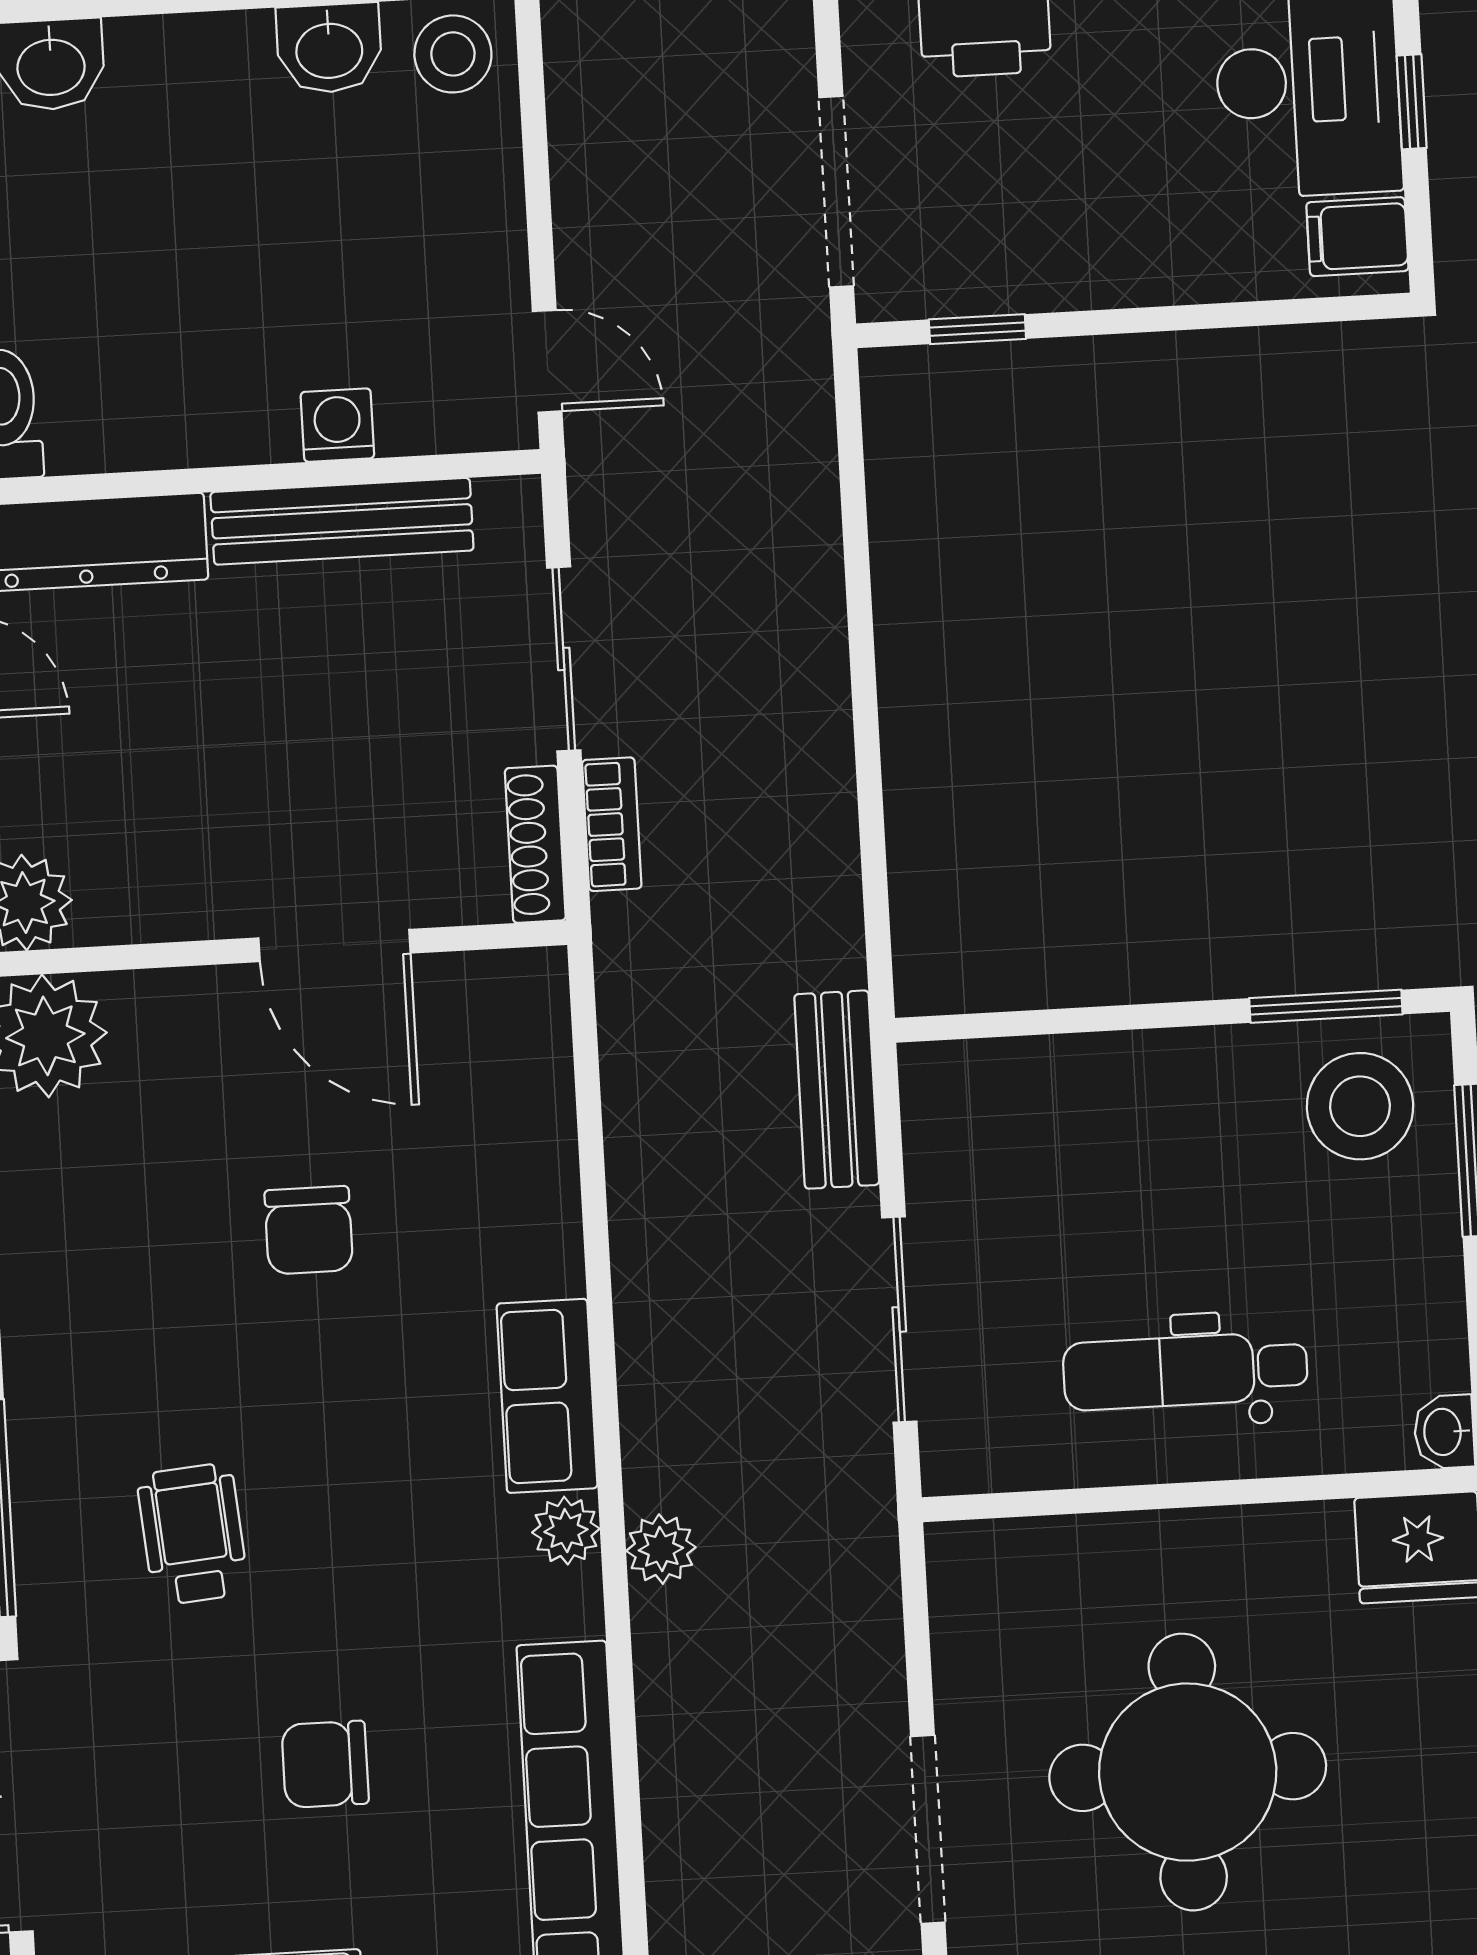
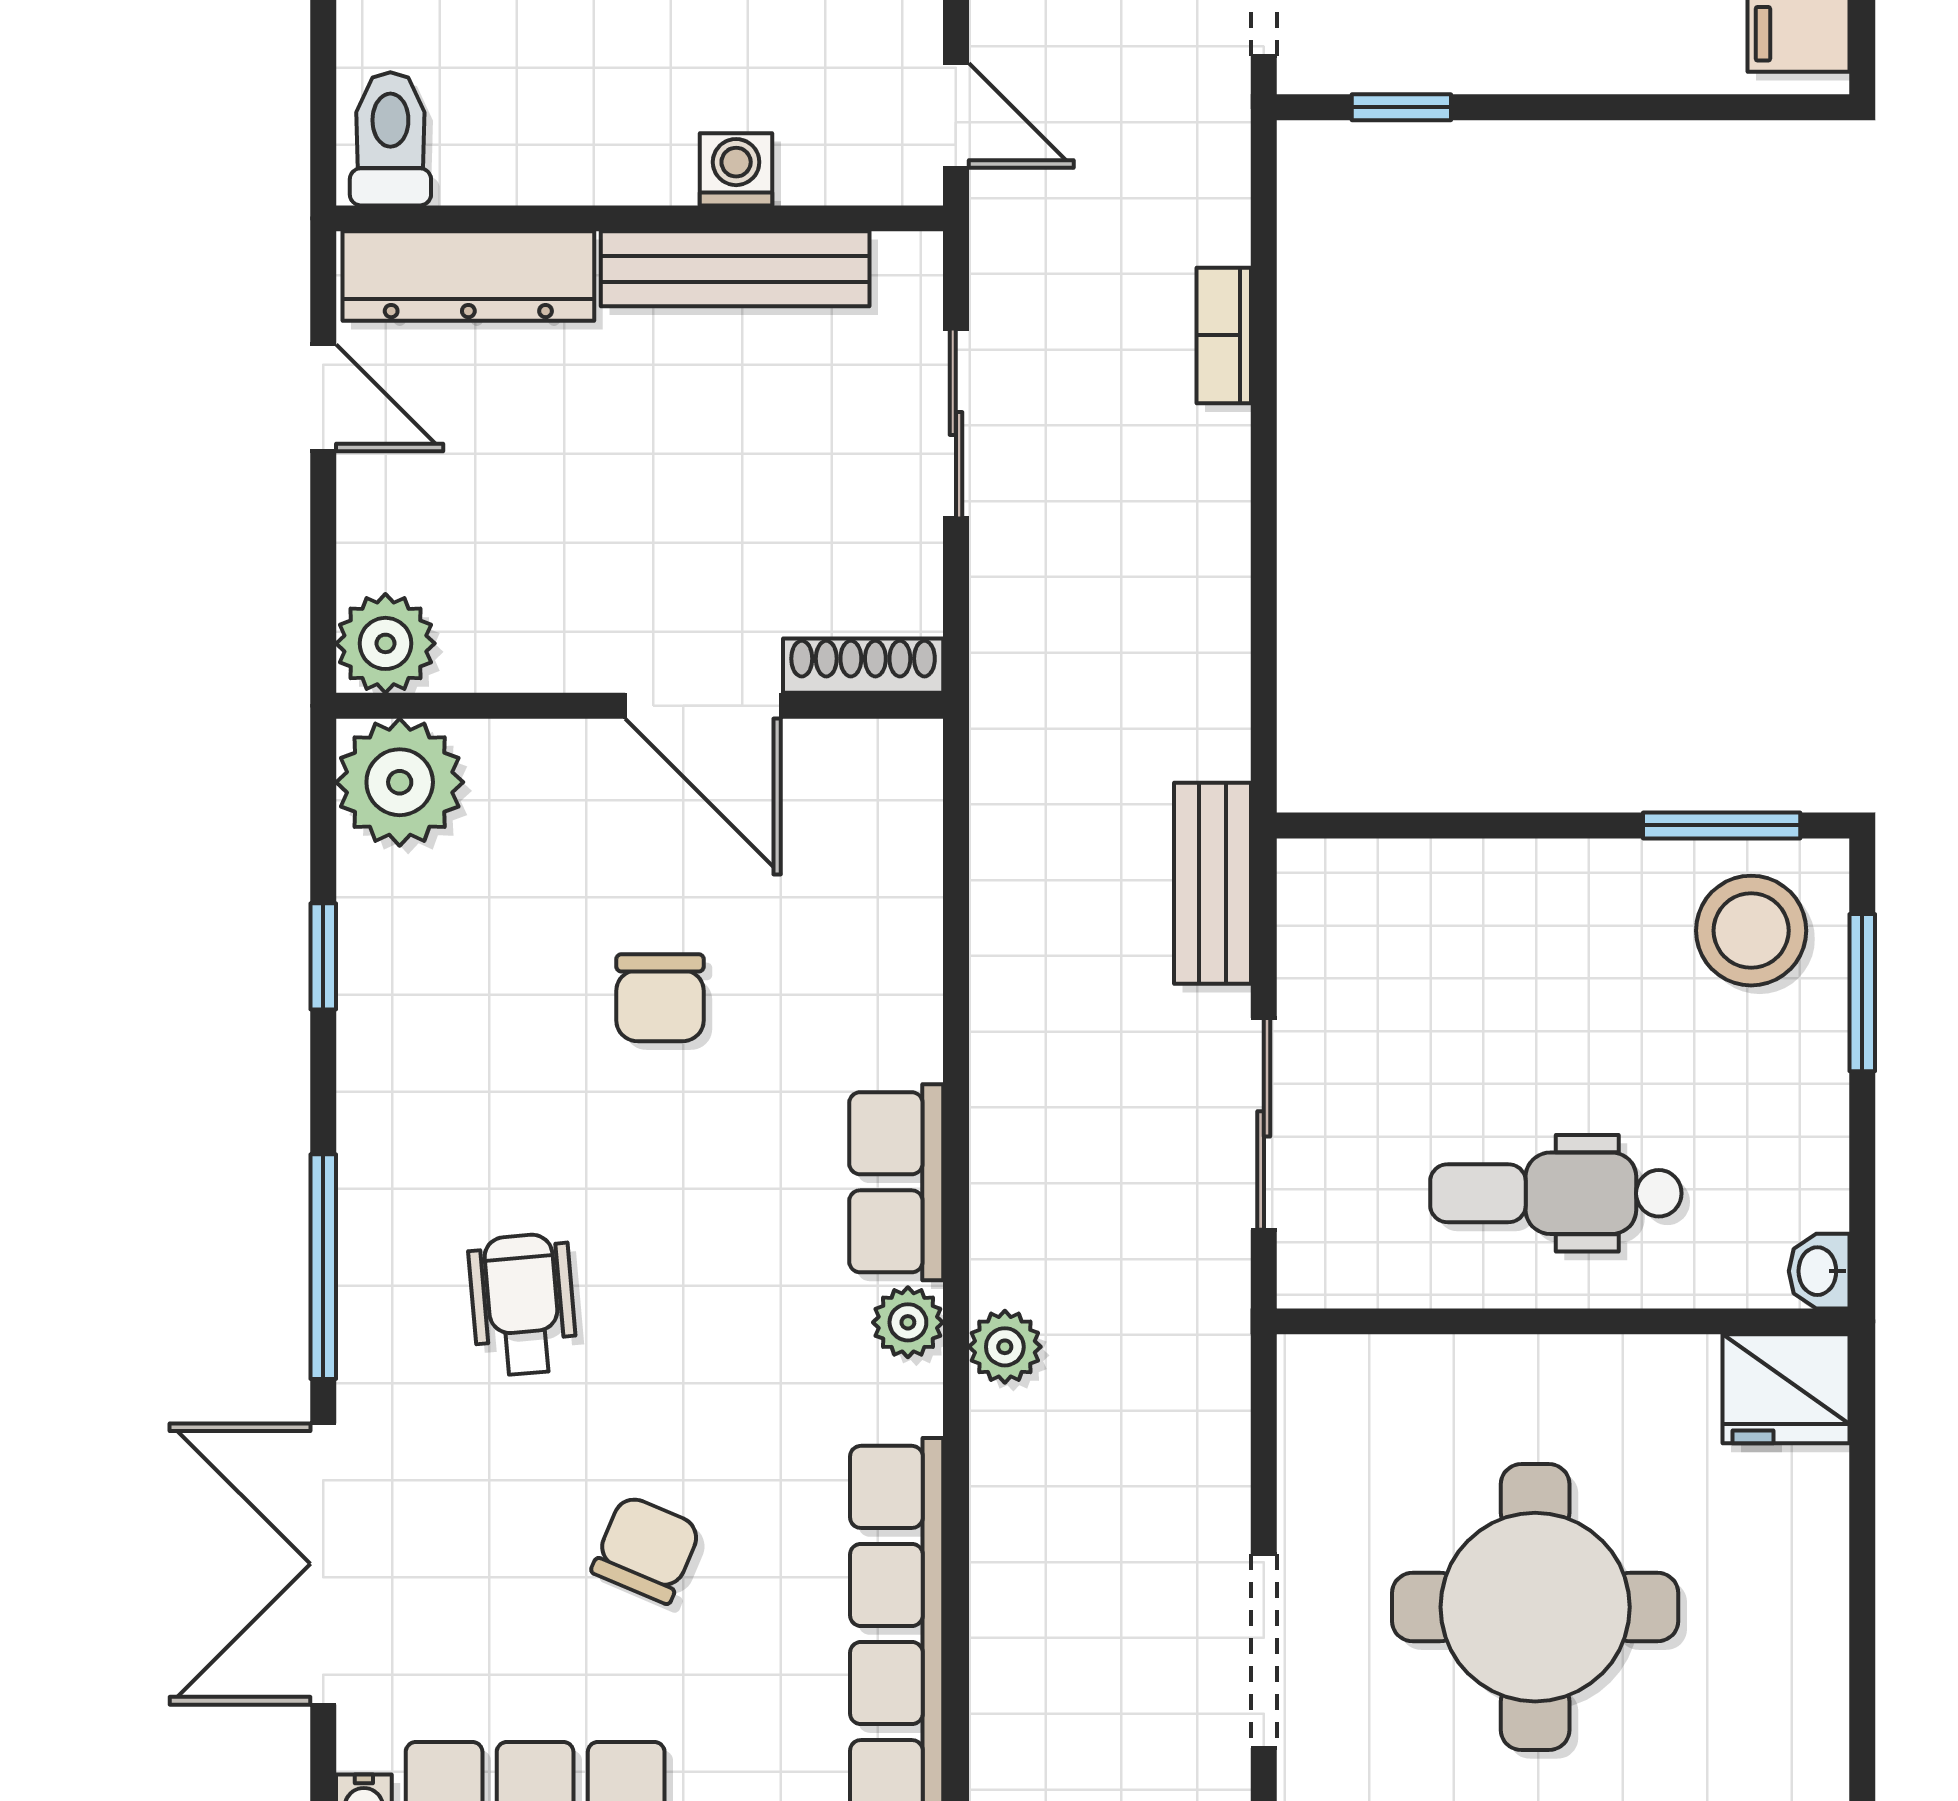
bookcase: (612, 824) -> (1224, 335), moved, turned 180
shoe rack: (535, 844) -> (863, 666), moved, turned 90
chair: (325, 1764) -> (646, 1549), turned 113

